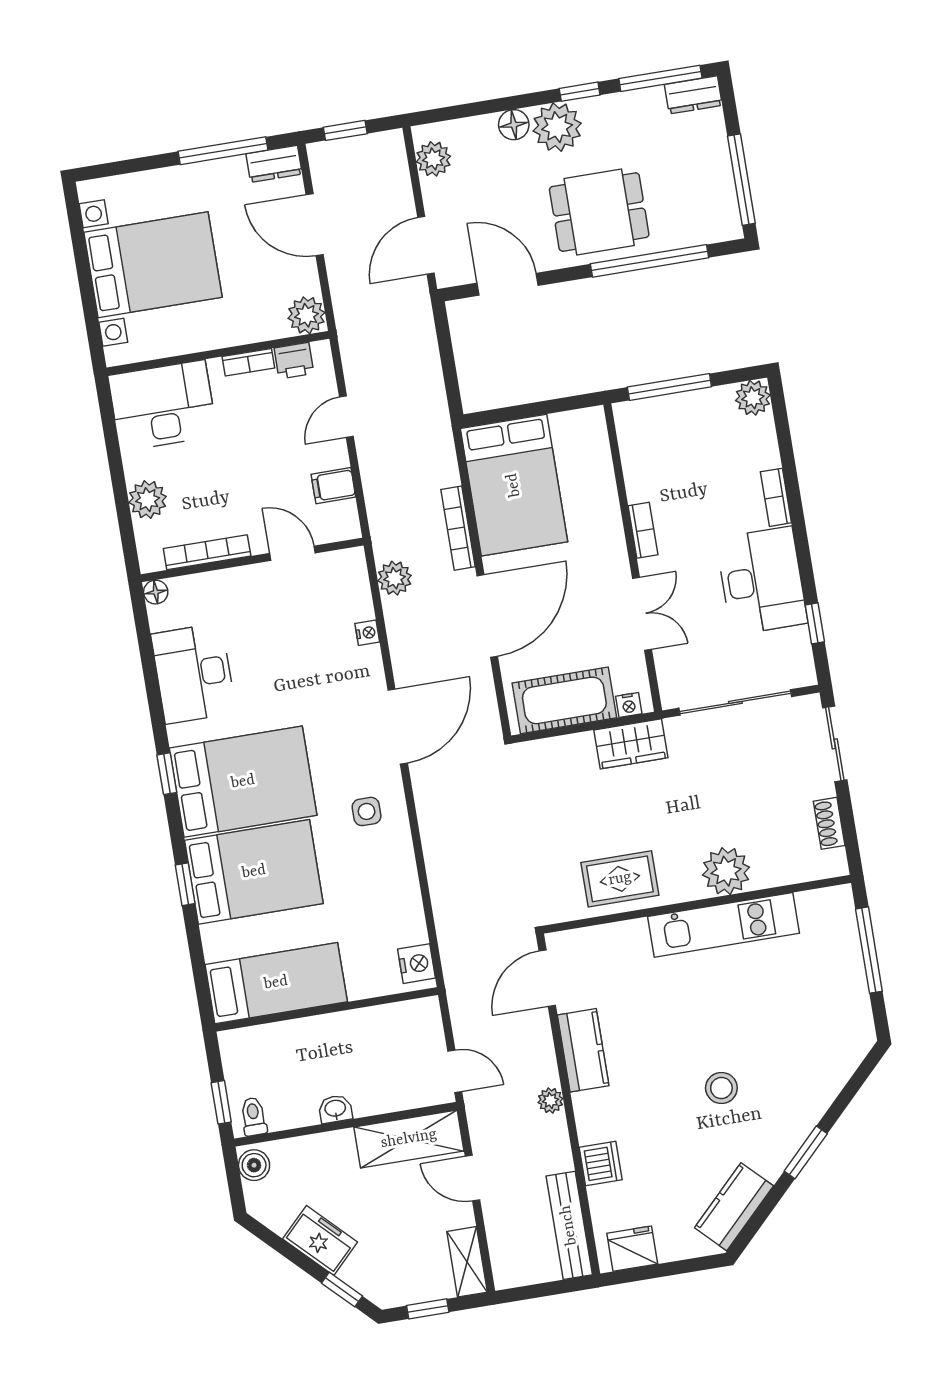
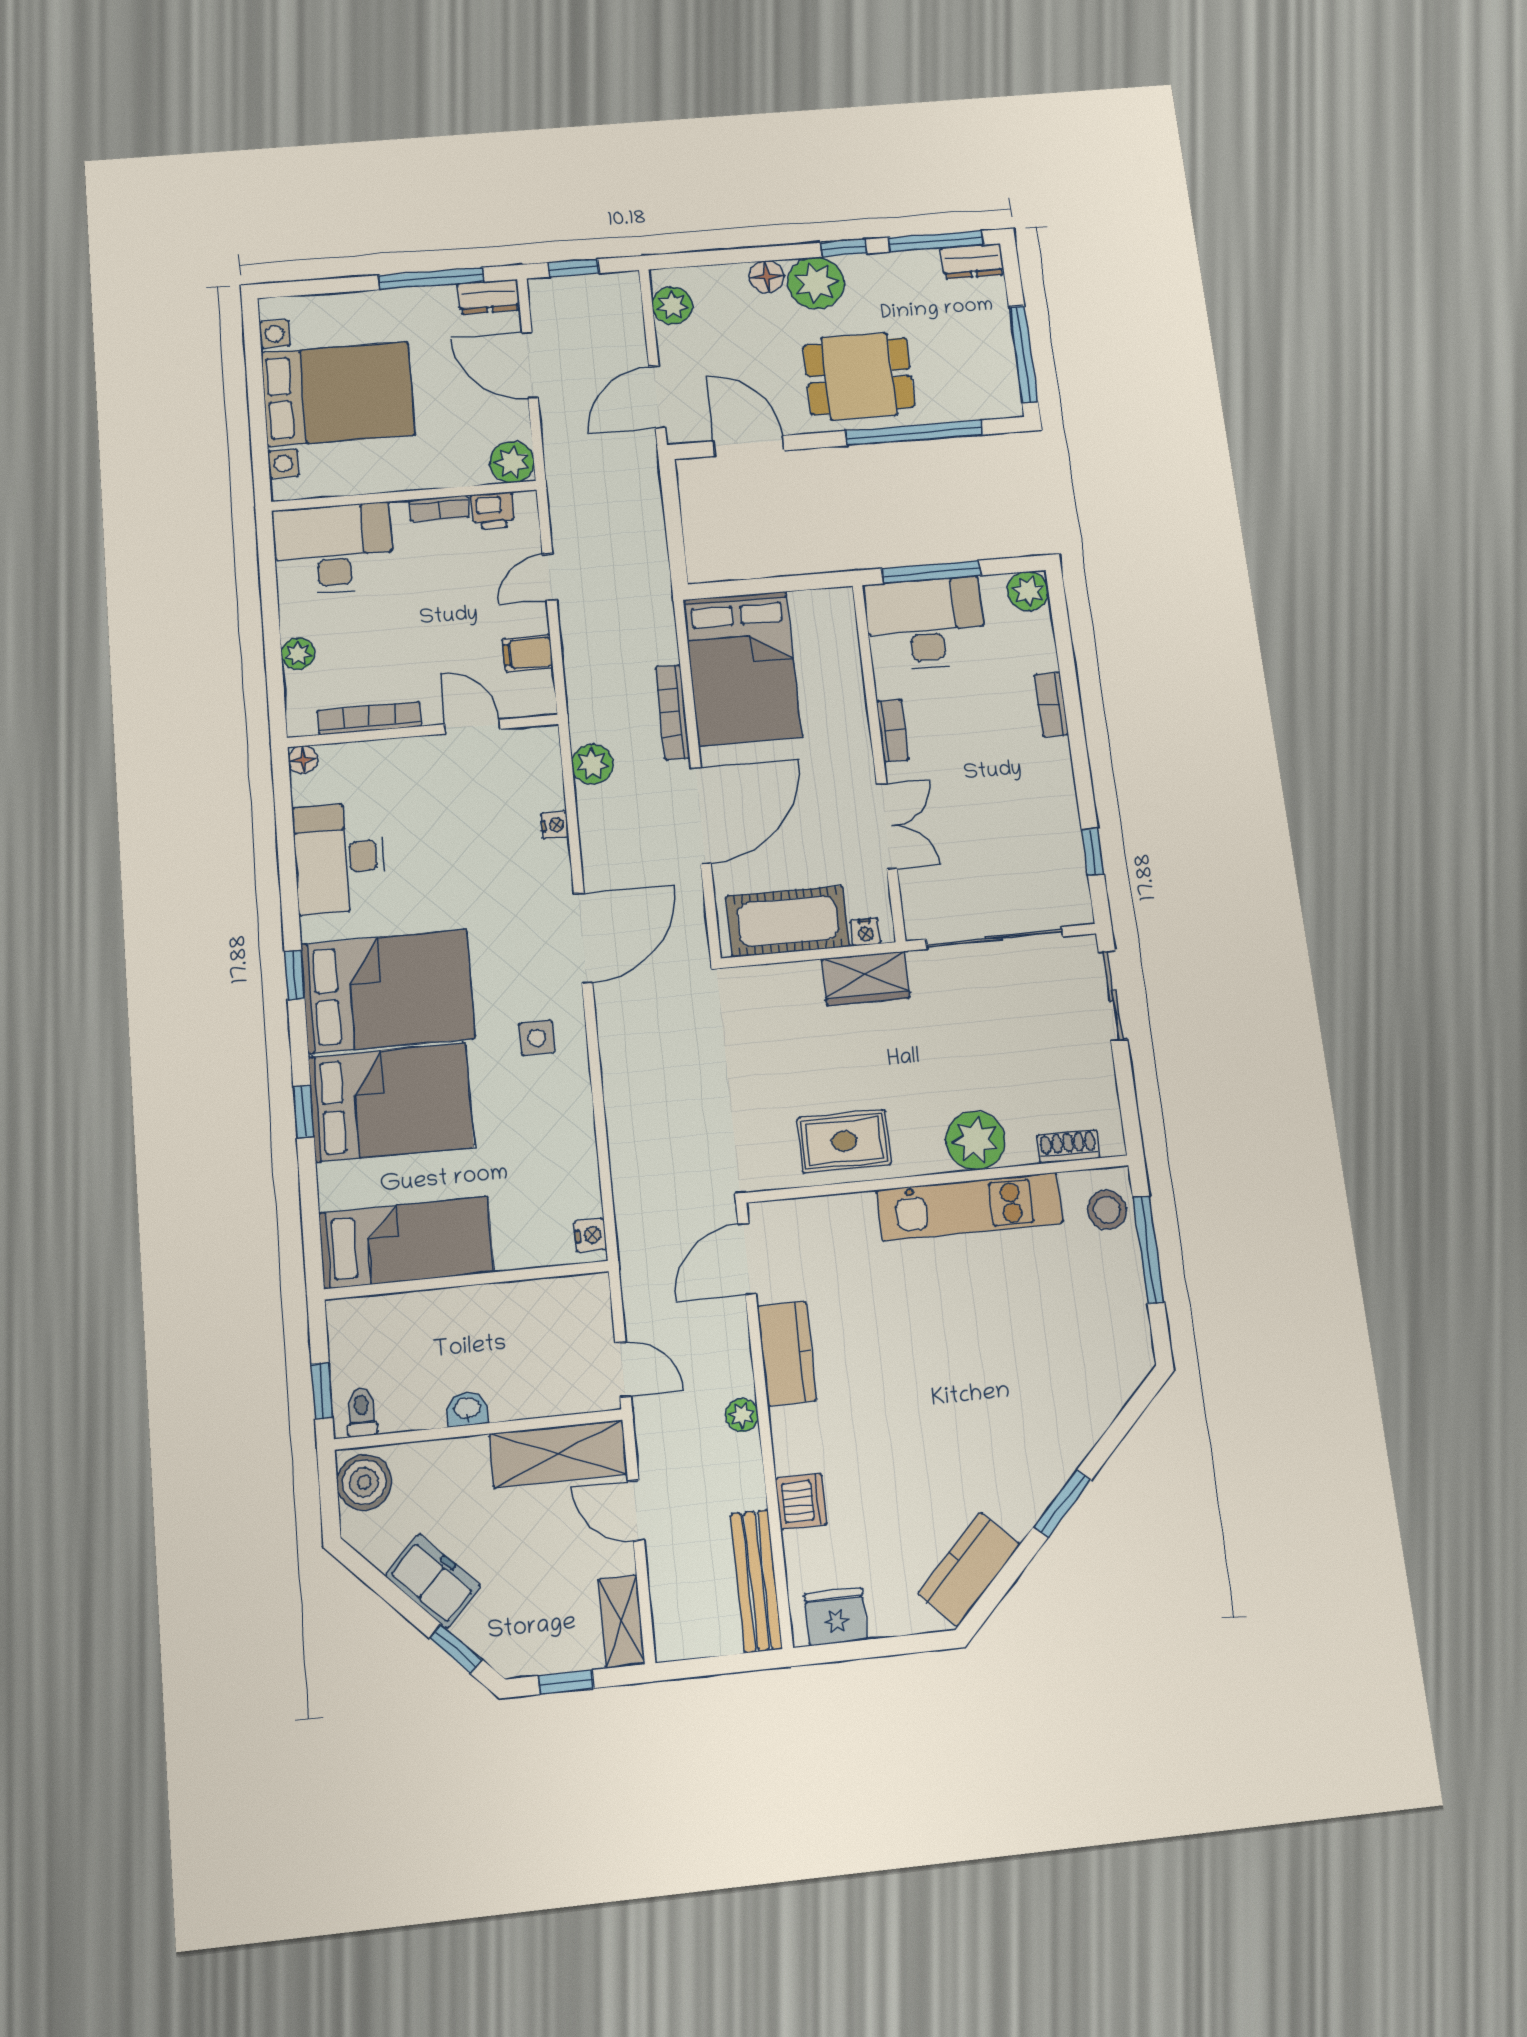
plant: (148, 500) -> (298, 654), width x0.73, depth x0.73
desk: (762, 581) -> (925, 624), moved, turned -90
shoe rack: (829, 823) -> (1068, 1146), moved, turned 90
nightstand: (416, 964) -> (590, 1235), width x0.72, depth x0.74
stool: (721, 1088) -> (1107, 1210), moved
boiler: (254, 1165) -> (364, 1482), width x1.36, depth x1.36

